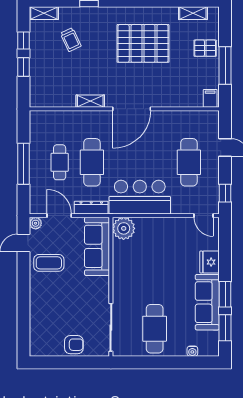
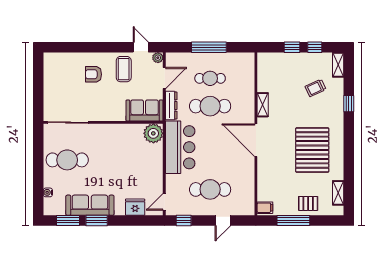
pallet: (205, 48) -> (308, 203), turned 90
sofa: (97, 246) -> (145, 110), width x0.73
fridge: (210, 262) -> (135, 207), moved
armchair: (74, 345) -> (94, 74), moved, turned 90

